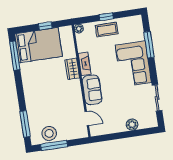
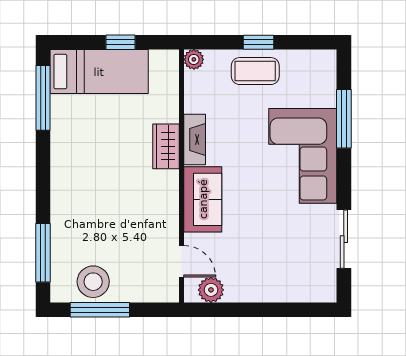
bed: (38, 45) -> (99, 72), width x0.67
plant: (132, 125) -> (211, 290), moved

